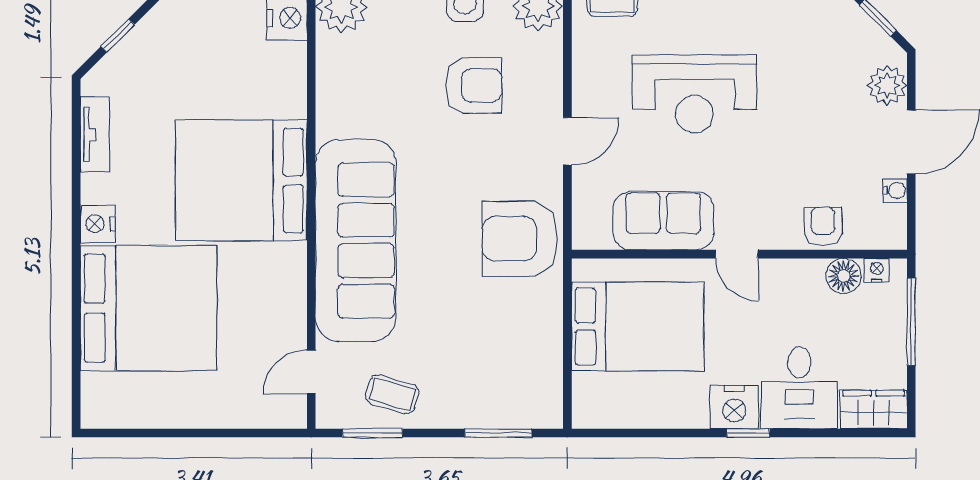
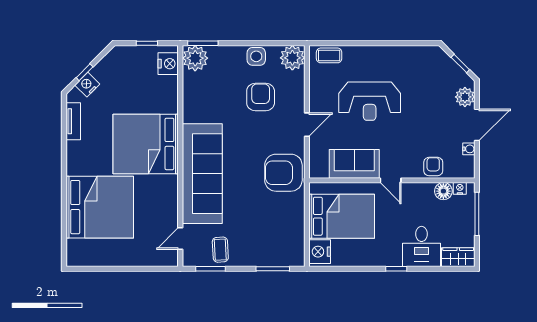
armchair: (474, 85) -> (261, 97), turned -90
nightstand: (98, 224) -> (87, 85), moved, turned 45
coffee table: (392, 394) -> (220, 250), turned 71
nightstand: (734, 407) -> (320, 252), moved, turned 90

